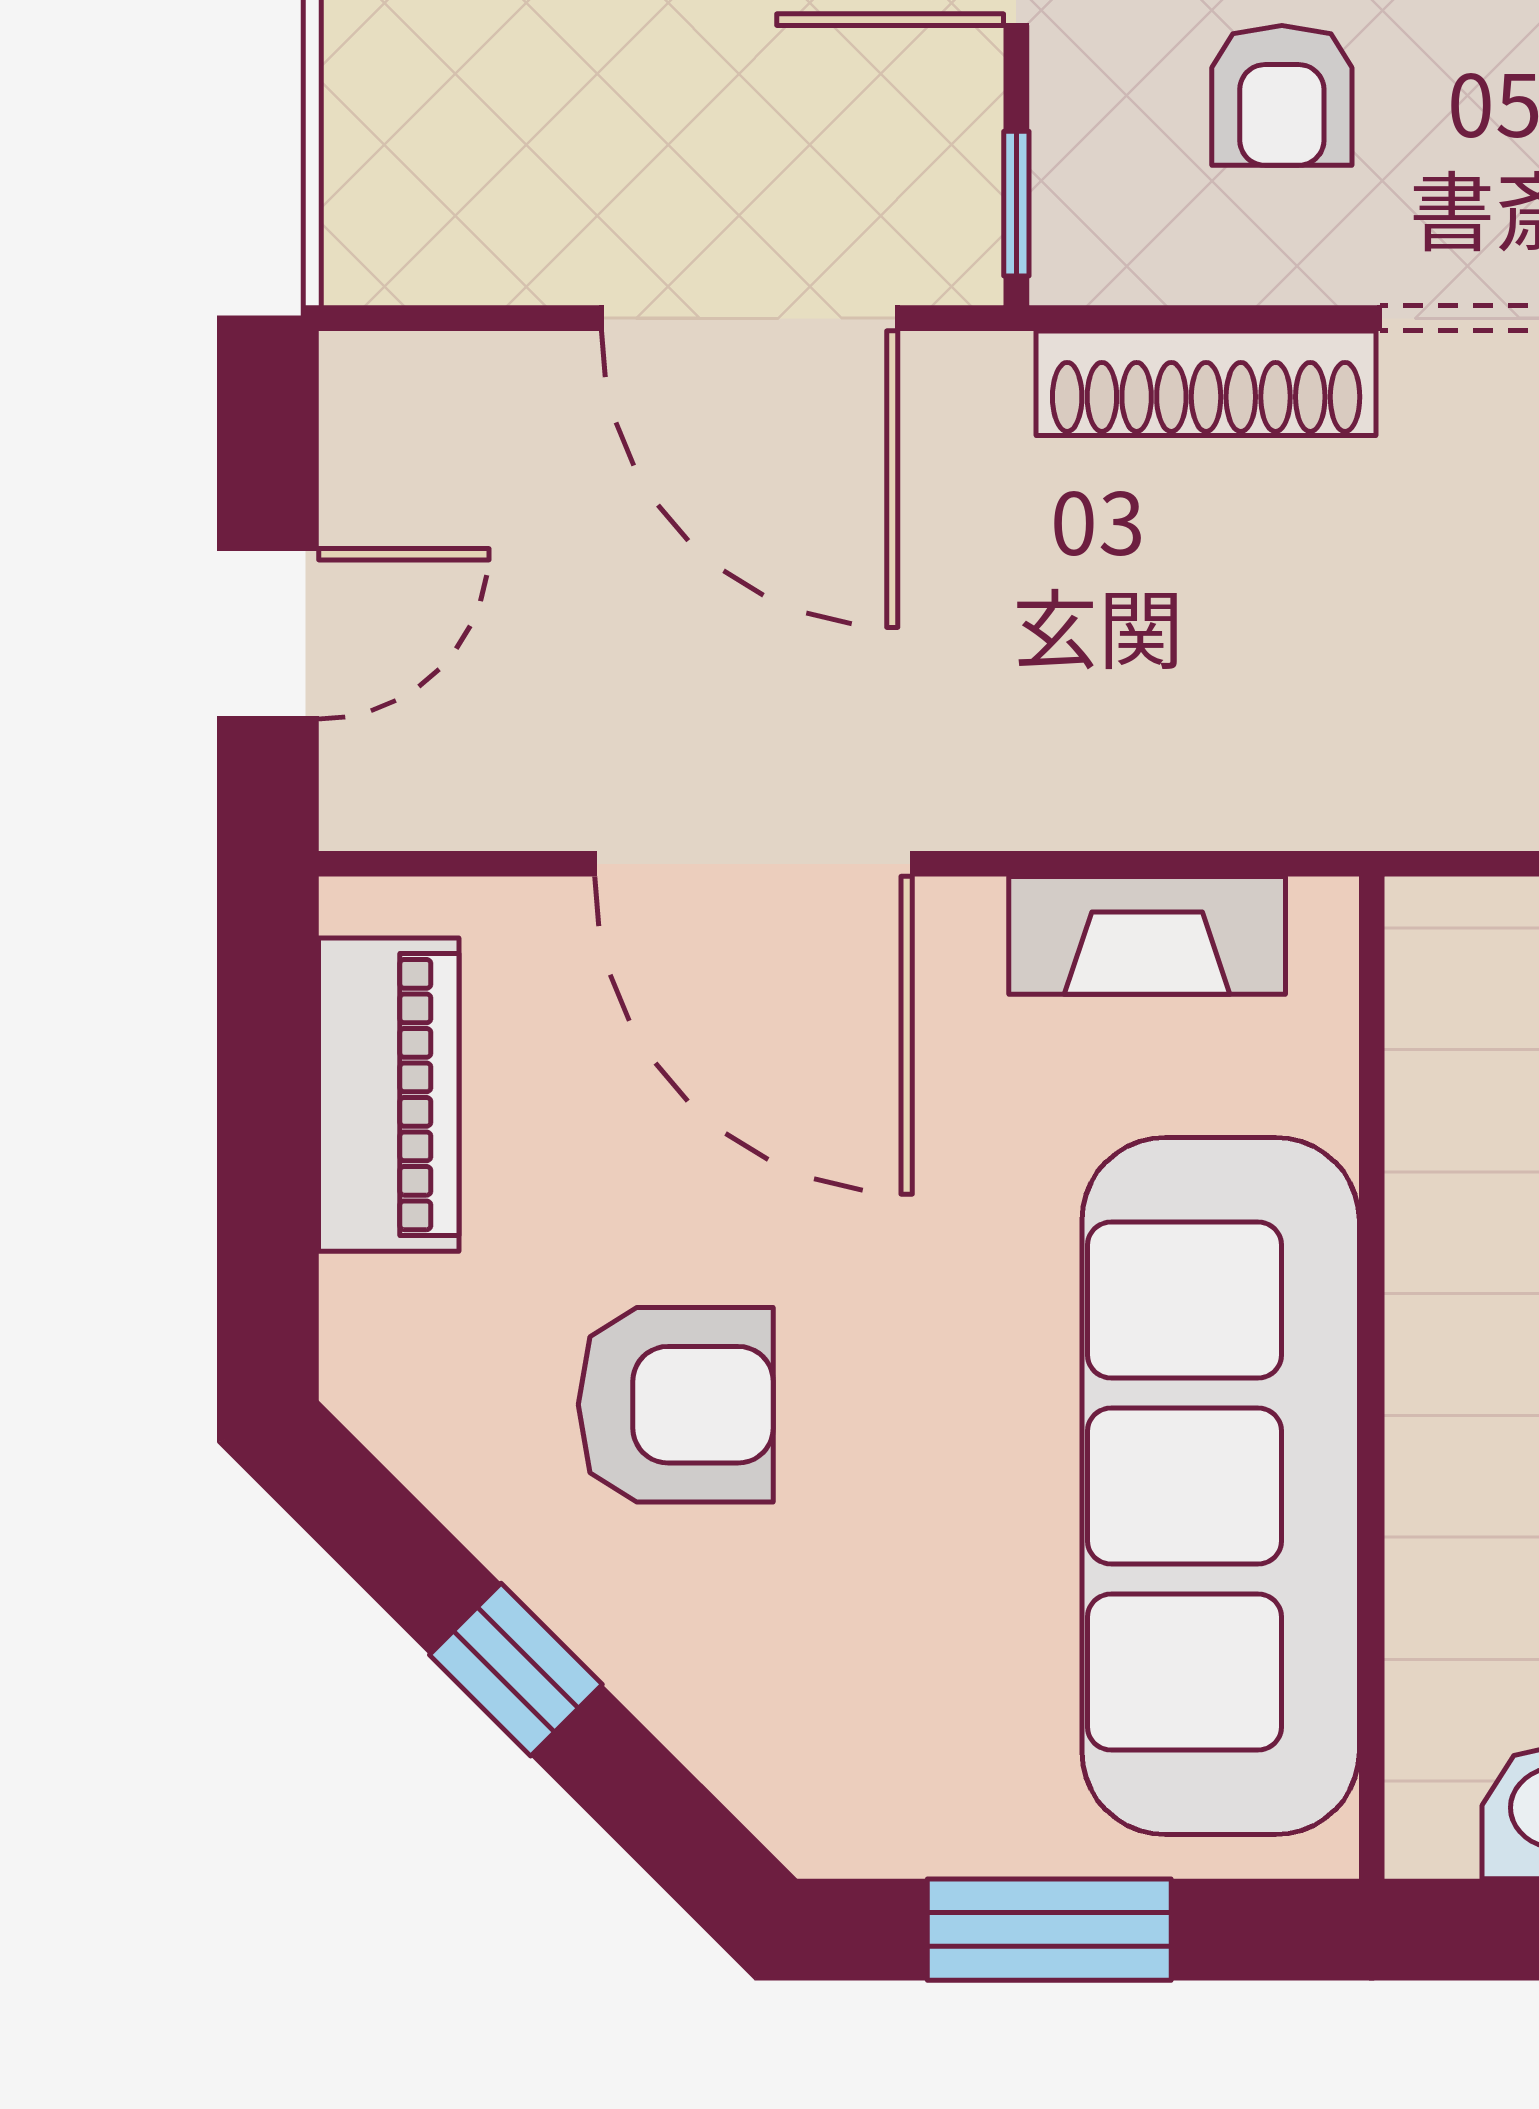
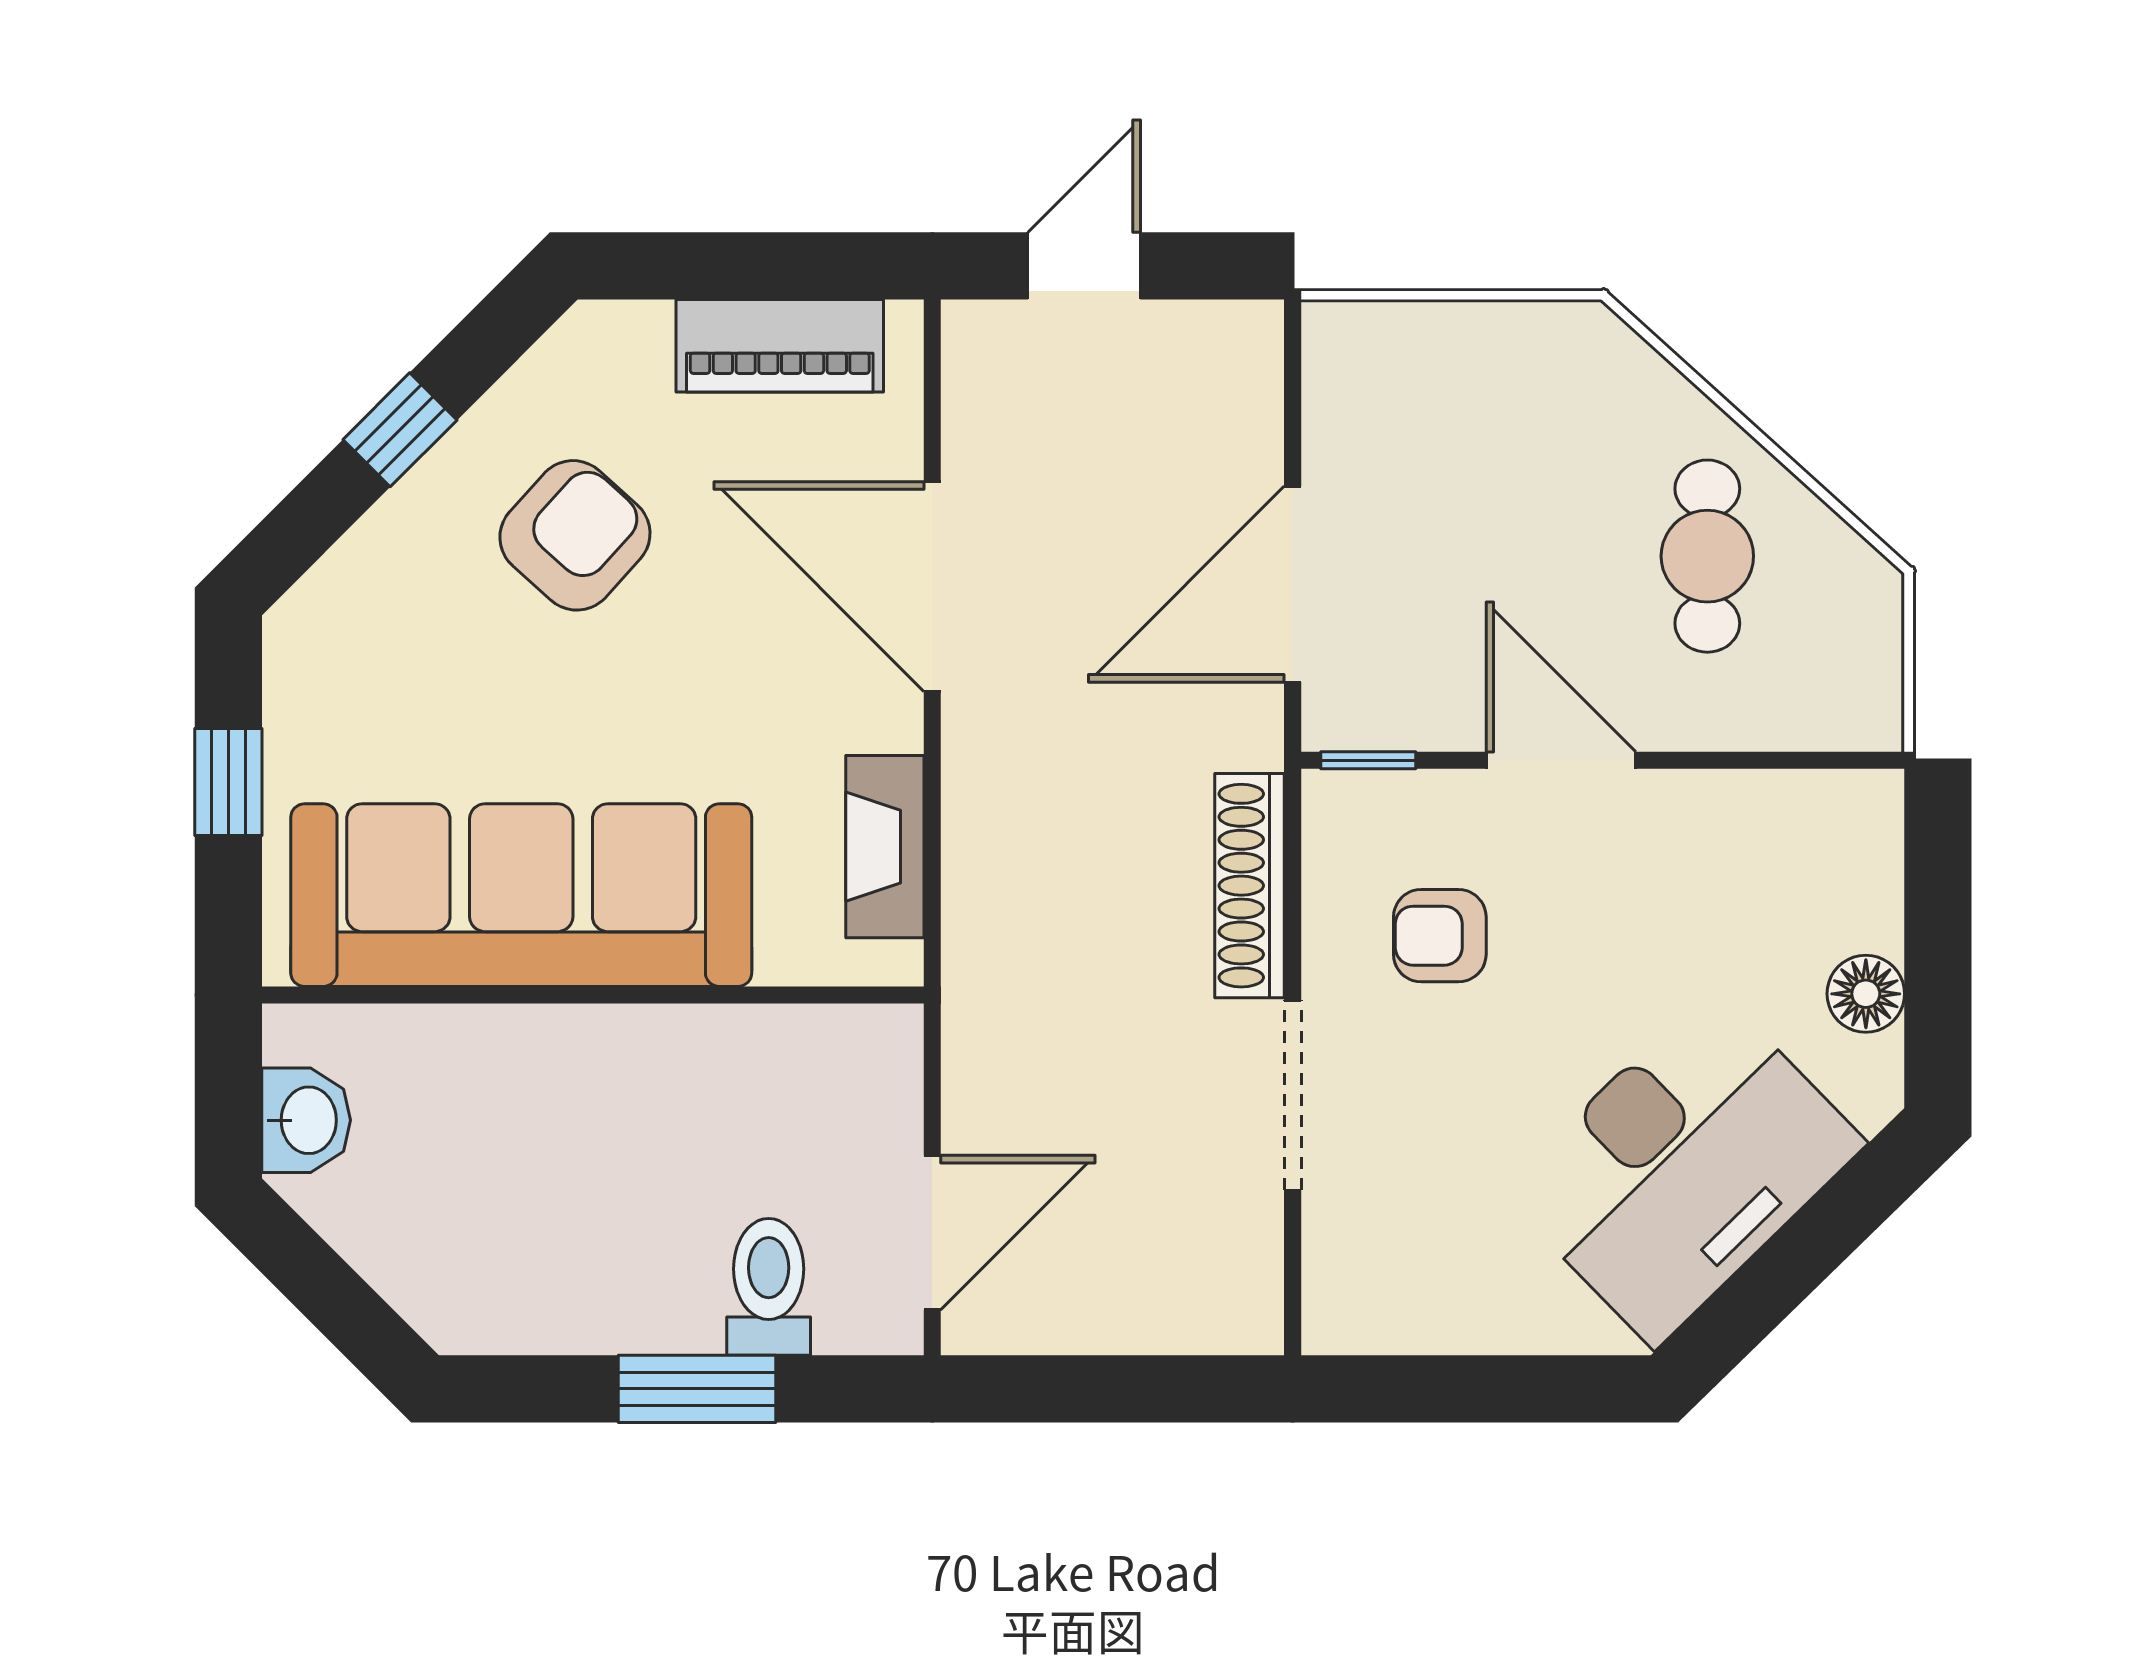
door: (268, 634) -> (1084, 266), swing flipped
door: (753, 864) -> (932, 587), hinge flipped
armchair: (676, 1405) -> (575, 535), turned -138
window: (1049, 1930) -> (228, 782), width x0.67

